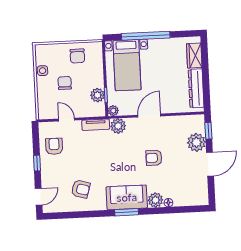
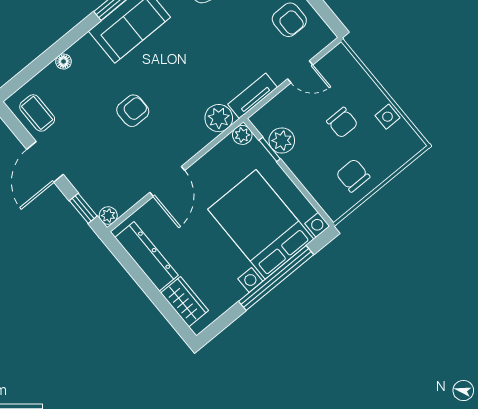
bed with nightstands: (127, 65) -> (261, 224), width x1.36
door: (149, 116) -> (167, 181), moved
plant: (196, 142) -> (108, 215), moved, width x0.53, depth x0.53
coffee table: (197, 188) -> (37, 113), added
plant: (155, 200) -> (85, 51), removed

